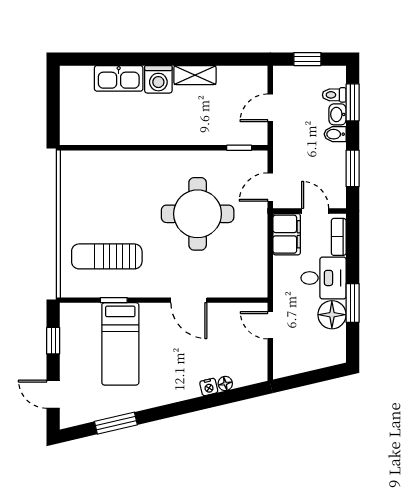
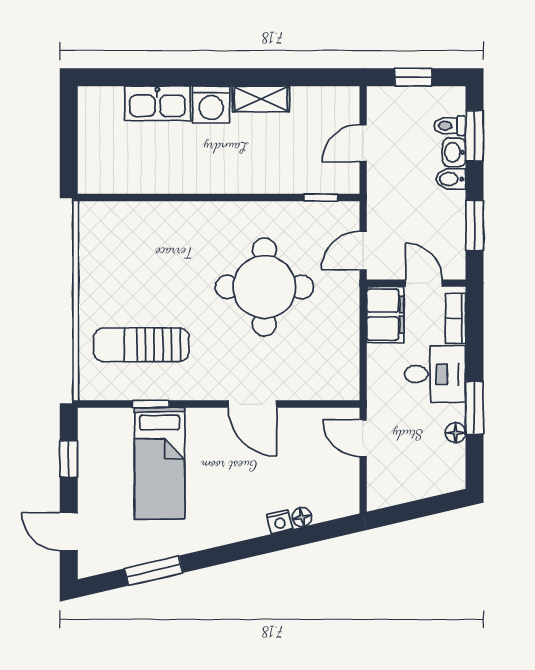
floor lamp: (332, 315) -> (456, 433), width x0.53, depth x0.53

